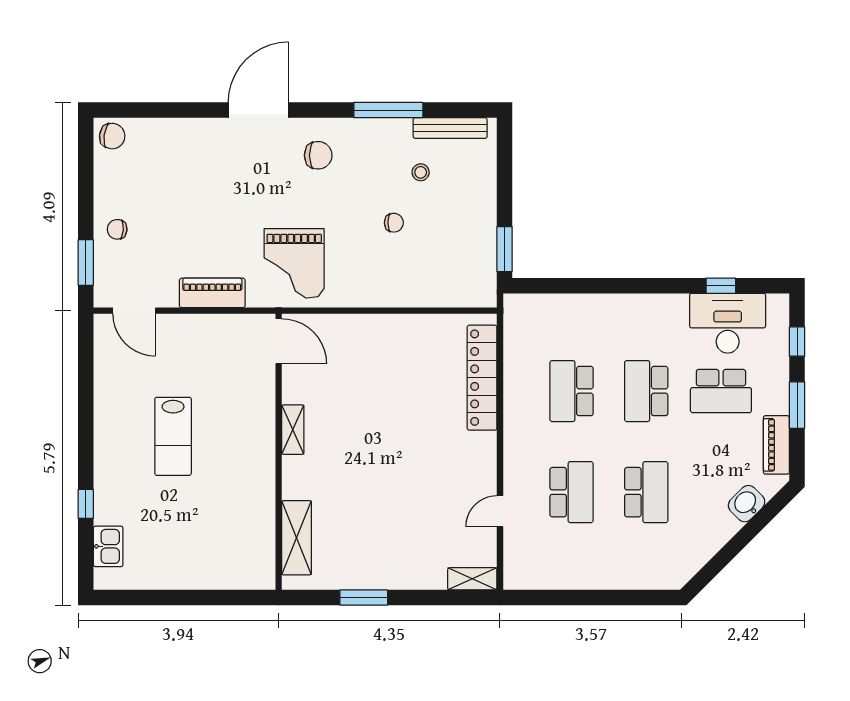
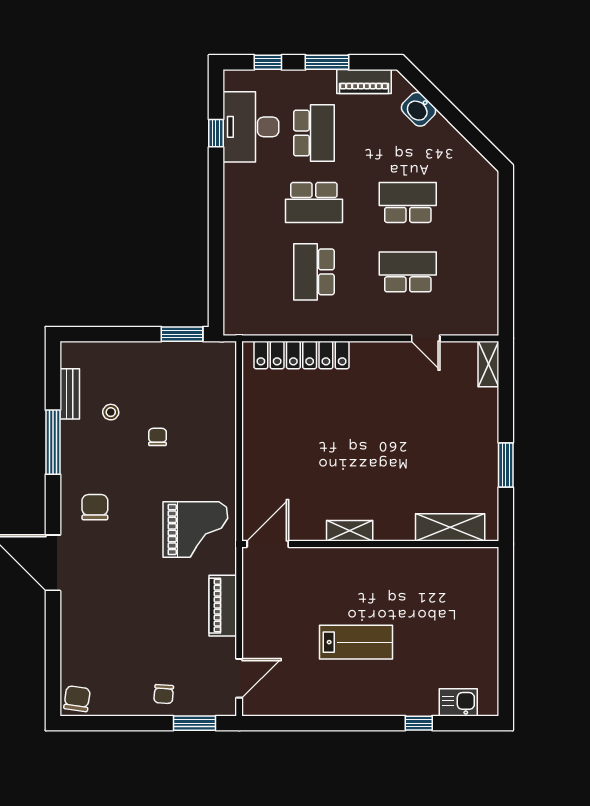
bench: (450, 128) -> (70, 394), width x0.73
school desk: (572, 391) -> (314, 272), turned 90

